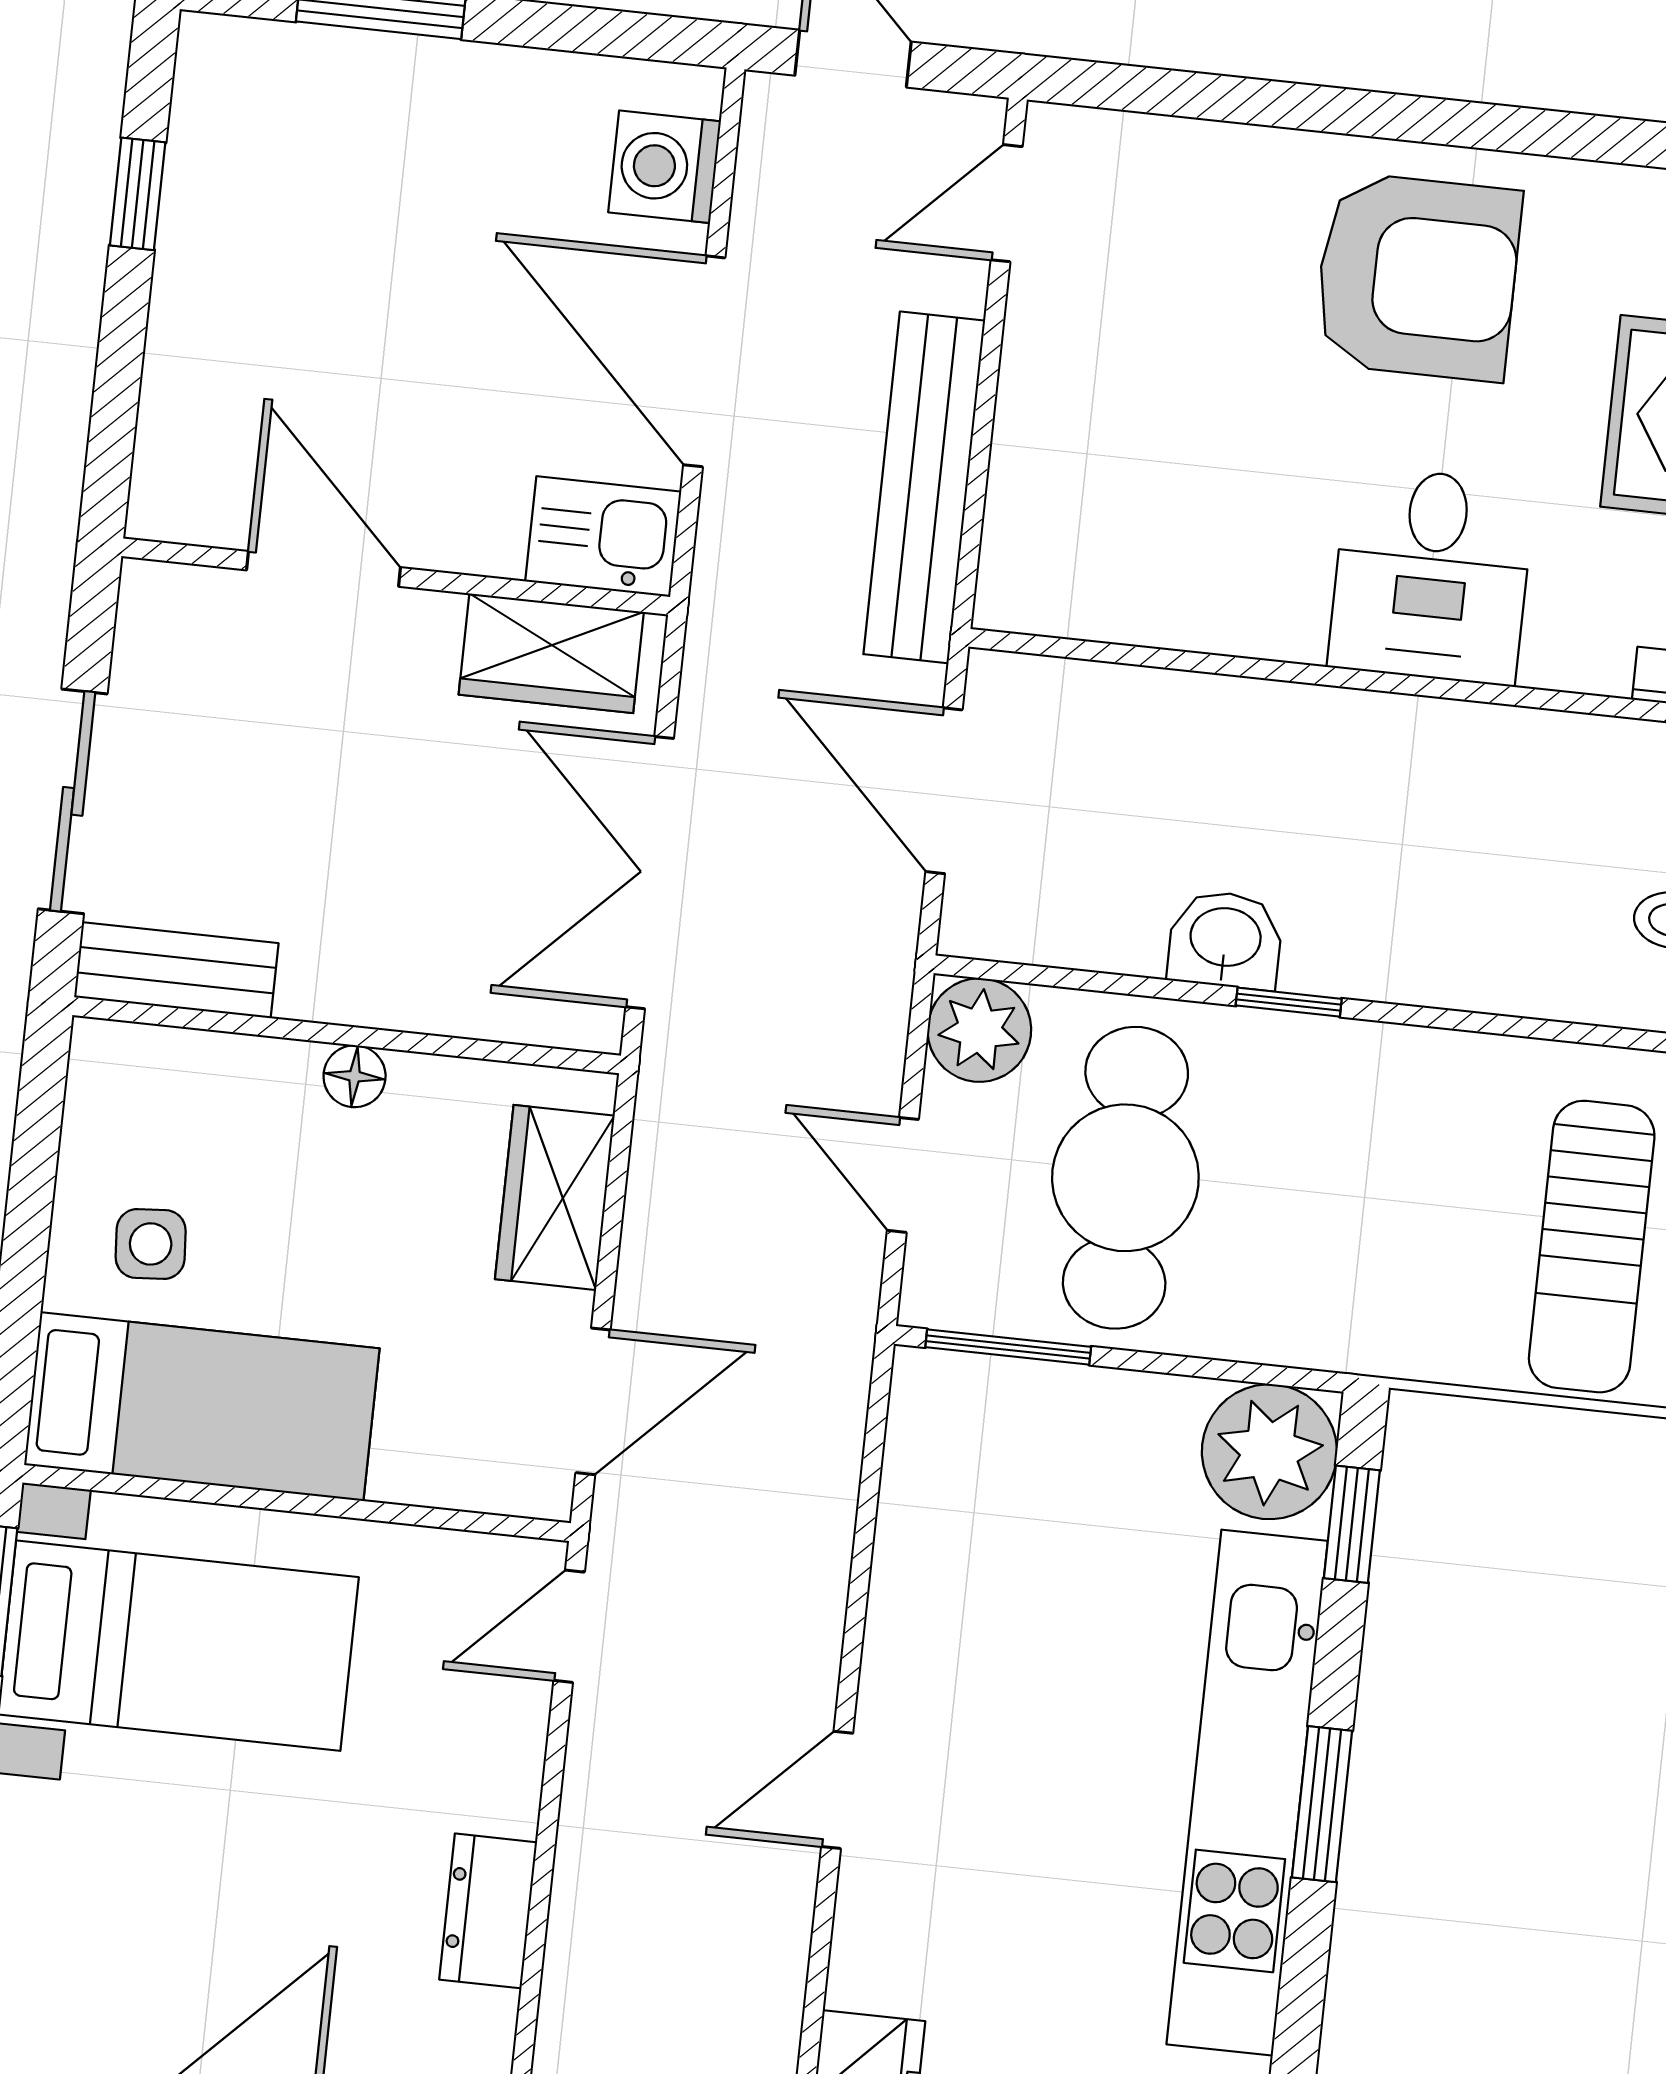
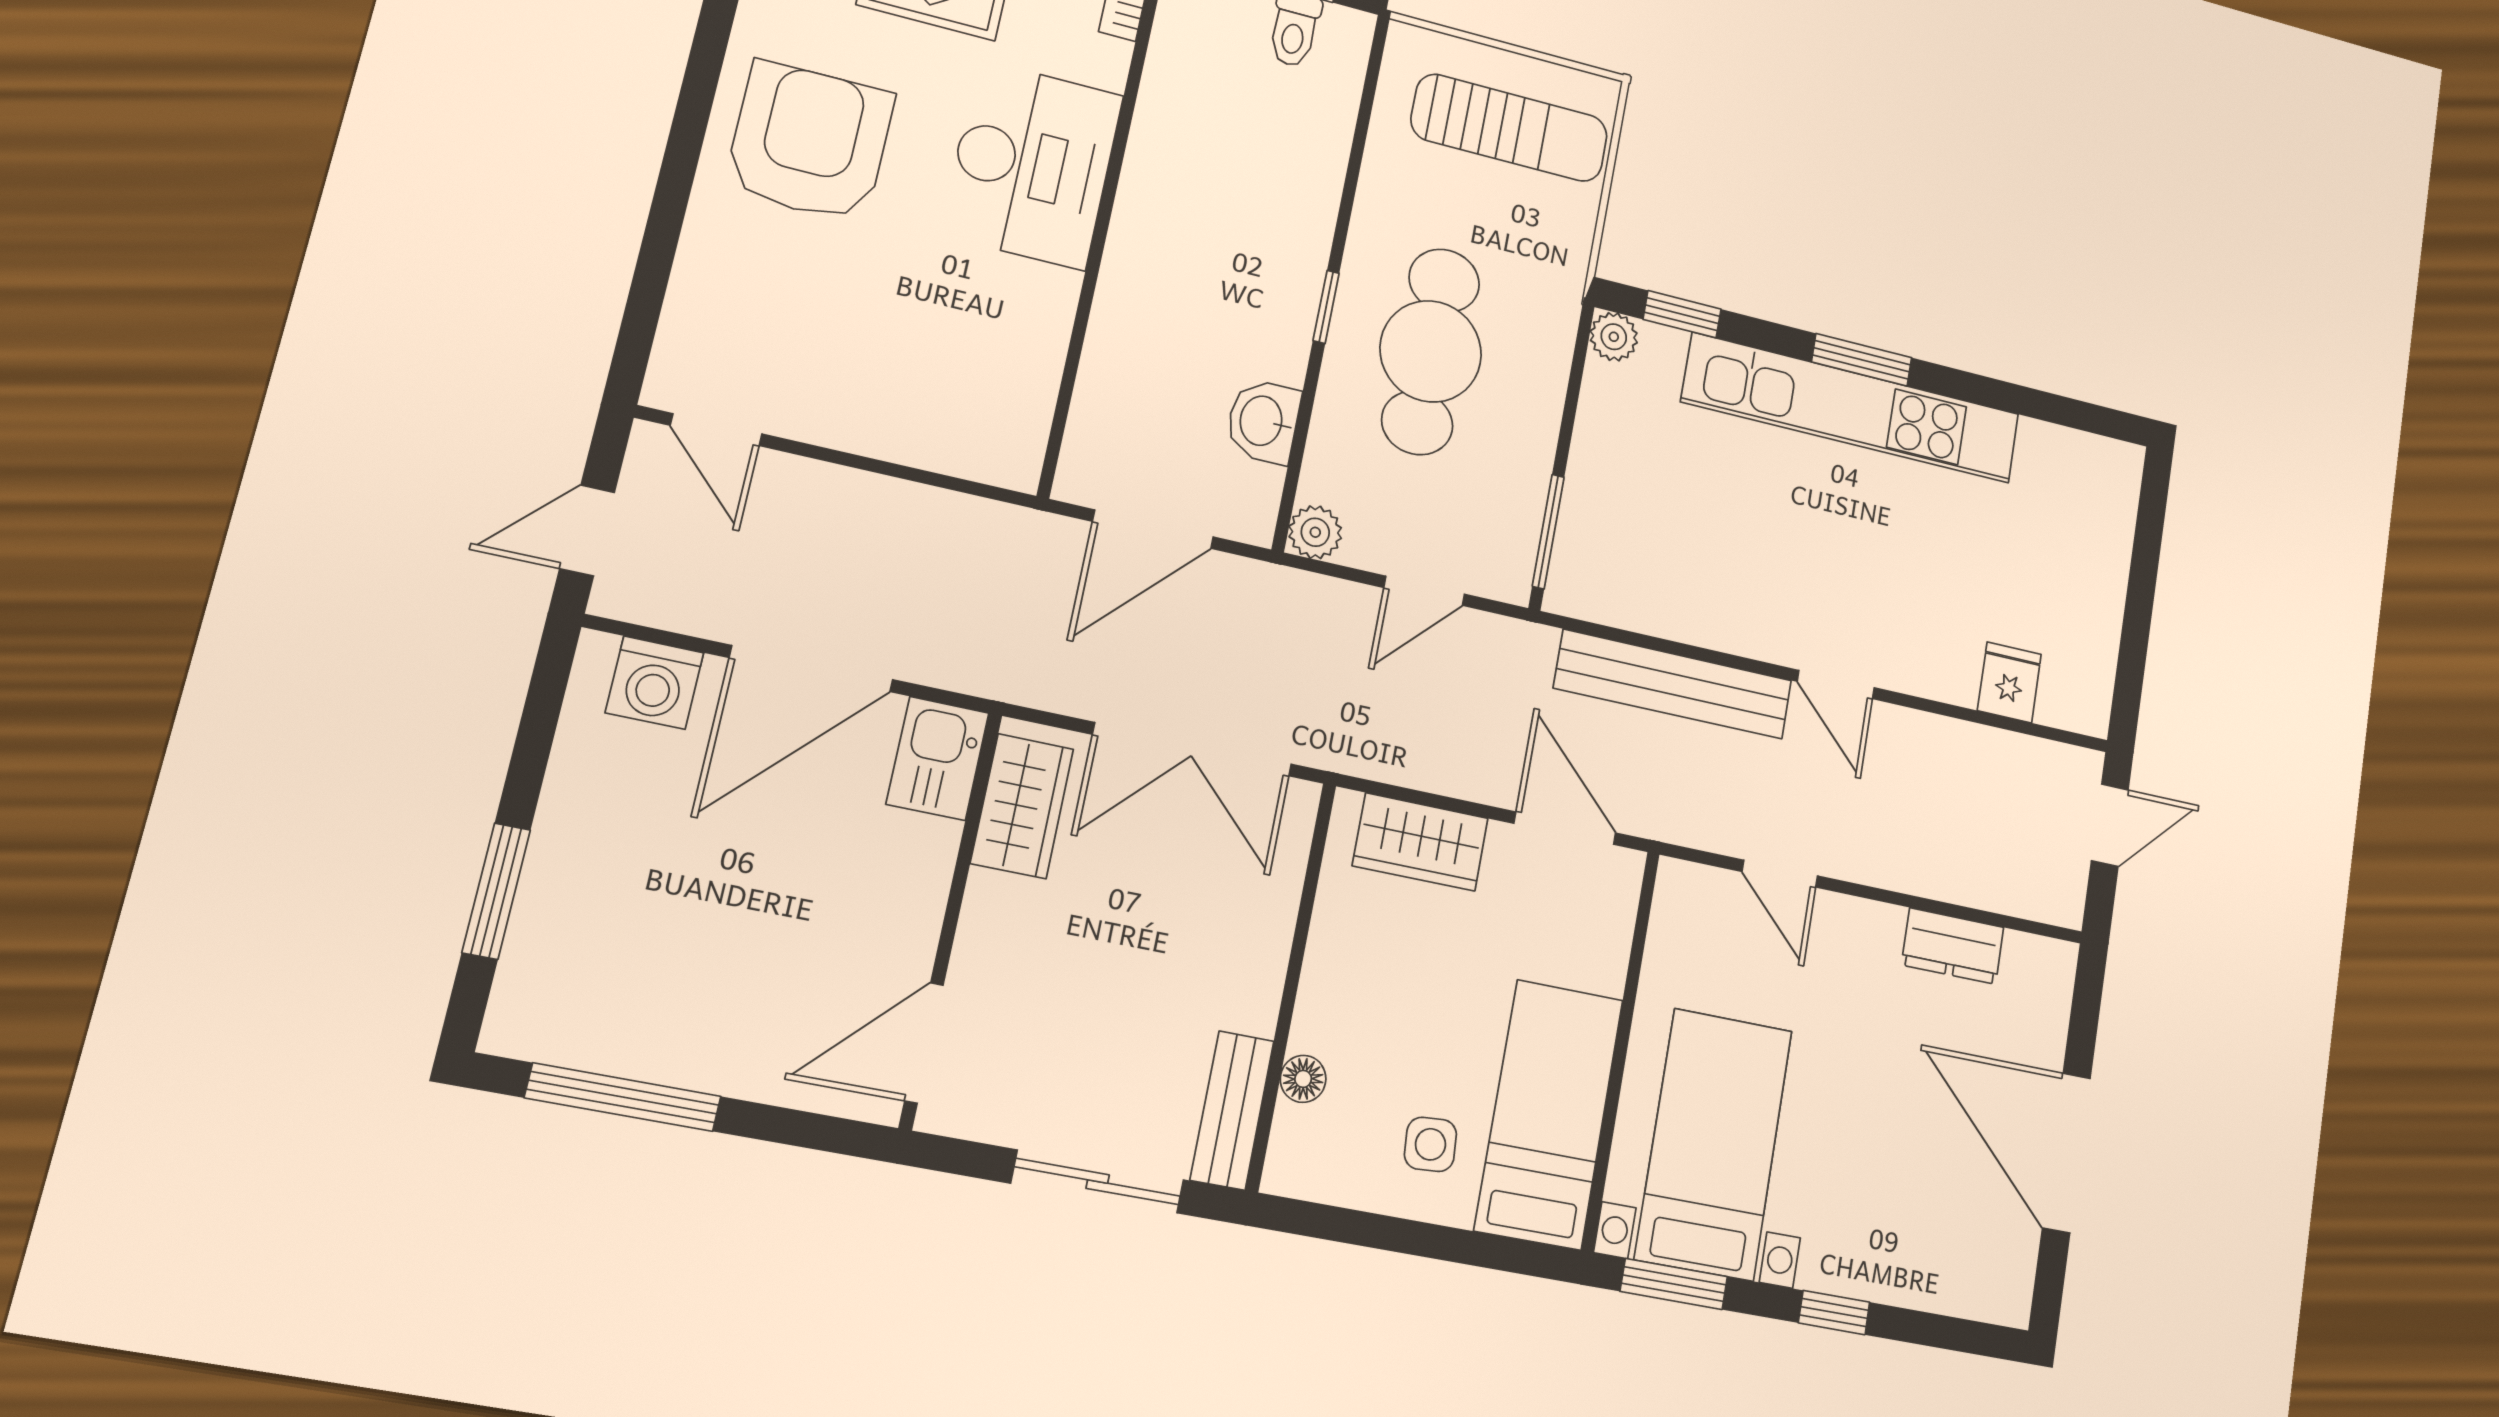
window: (138, 194) -> (623, 1097), width x2.17
bench: (924, 487) -> (1673, 684), moved
door: (324, 569) -> (924, 1043), moved
desk: (1431, 576) -> (1032, 165), width x1.37
washbasin: (1225, 940) -> (1263, 421), moved
plant: (979, 1030) -> (1315, 532), width x0.73, depth x0.73
floor lamp: (355, 1076) -> (1303, 1079), moved
cafe table: (1125, 1178) -> (1431, 351), moved, turned 90
plant: (1269, 1452) -> (1614, 337), width x0.53, depth x0.53
door: (569, 1626) -> (1780, 874), moved
dresser: (488, 1911) -> (1953, 946), moved

